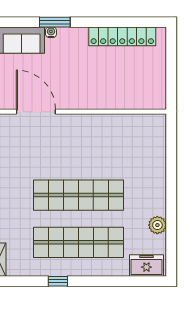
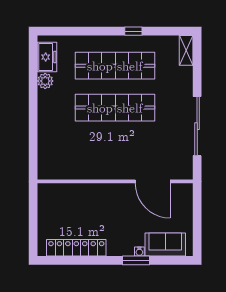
freezer: (146, 266) -> (47, 57), moved, turned -90

